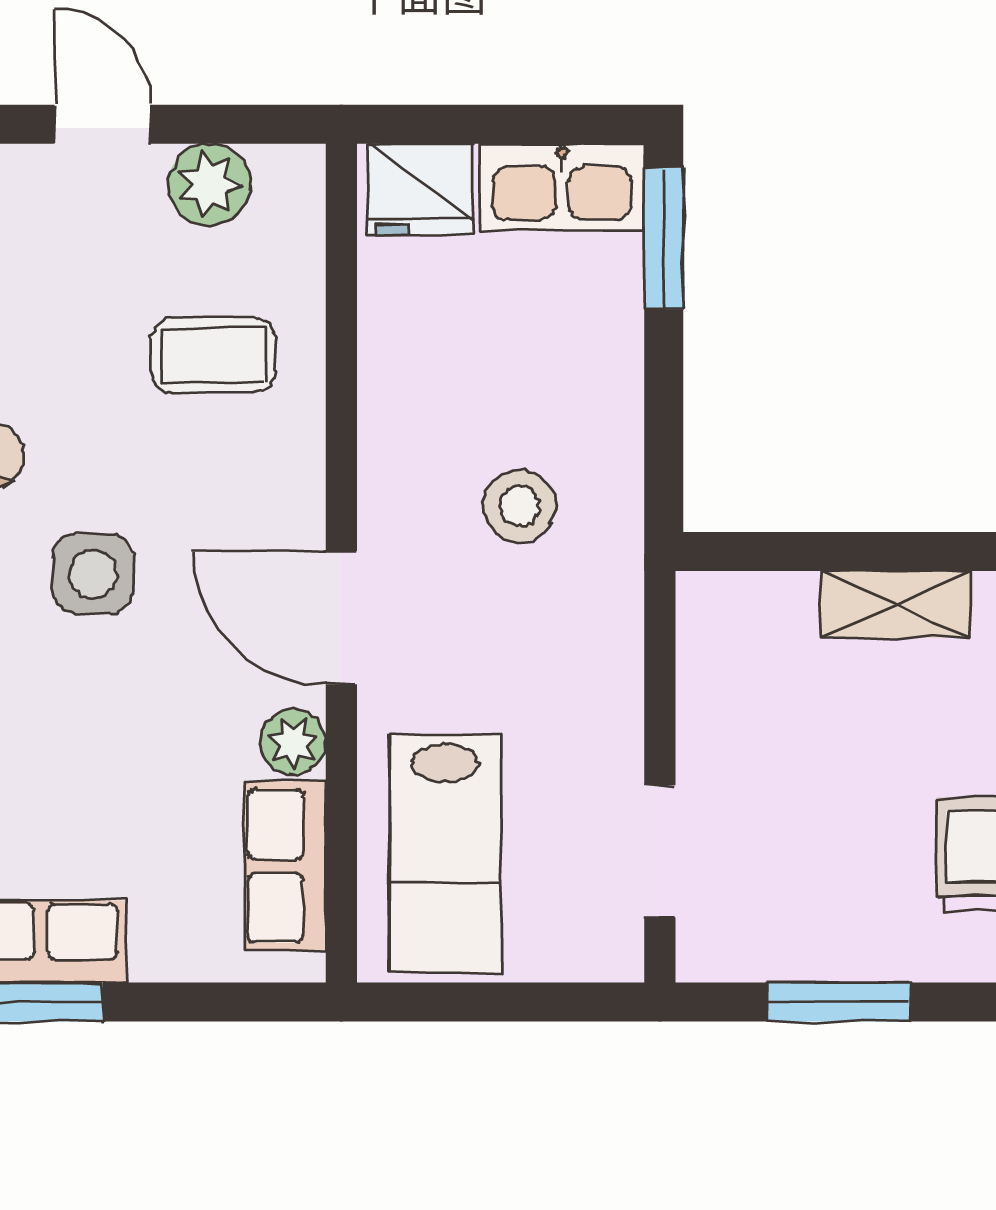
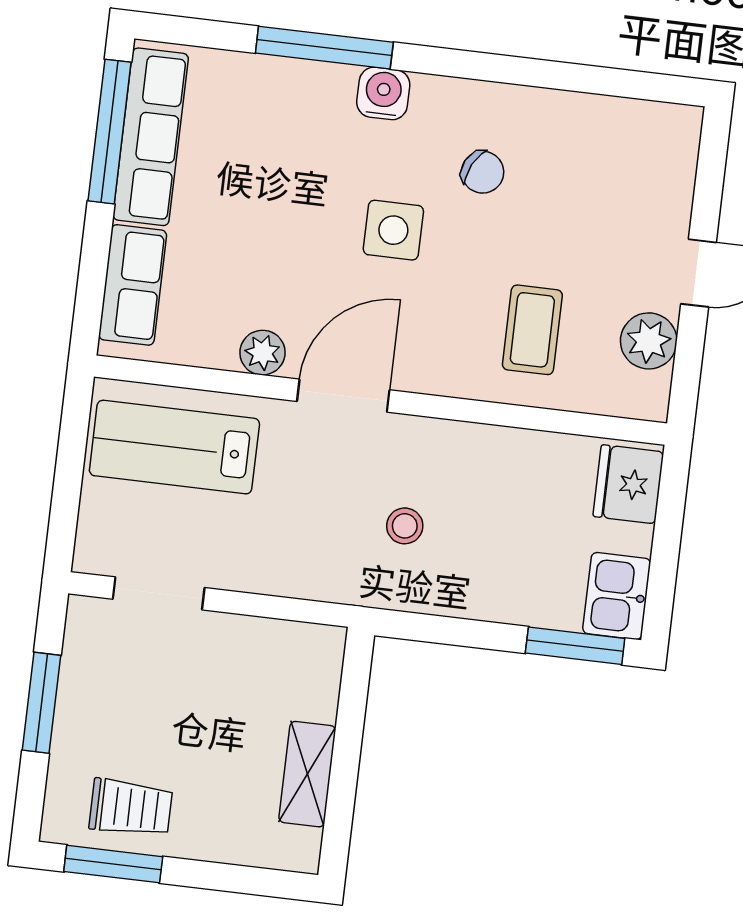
kitchen sink: (562, 187) -> (617, 596), width x0.73
stool: (520, 506) -> (405, 526), width x0.73, depth x0.73
row of seats: (285, 866) -> (133, 285), moved, turned 90

